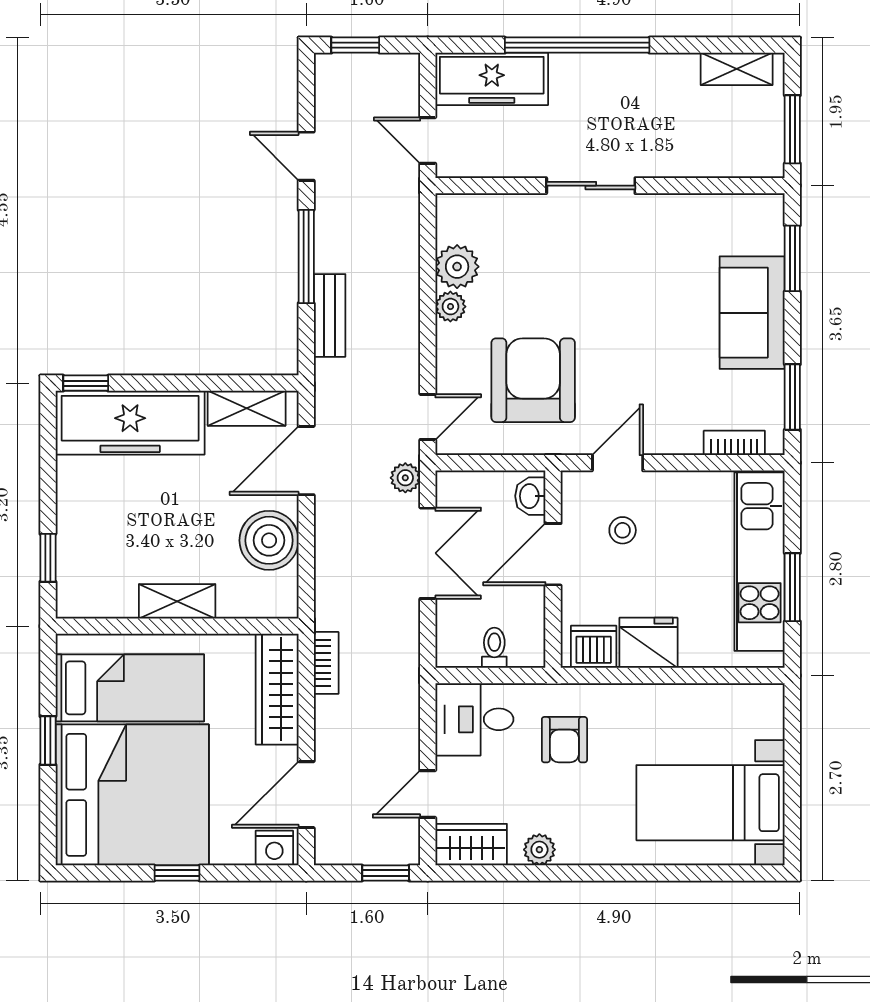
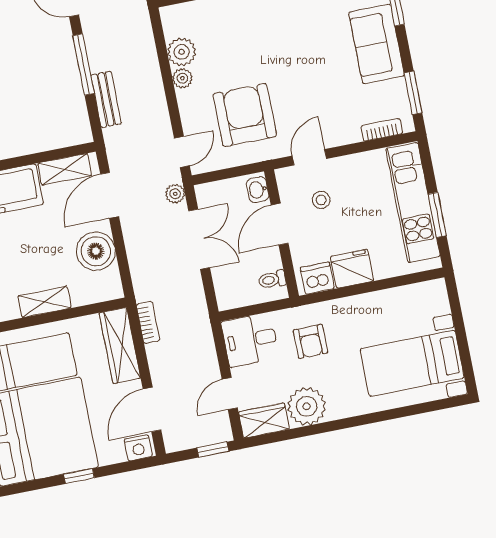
toilet: (494, 648) -> (272, 280), moved, turned -90
plant: (539, 850) -> (307, 406), width x1.87, depth x1.87

